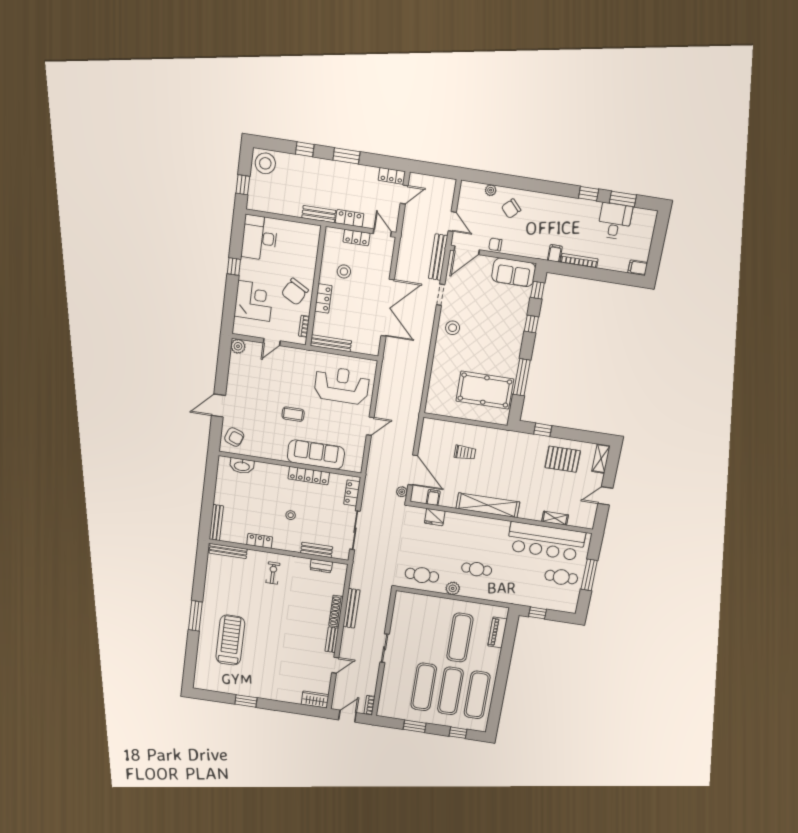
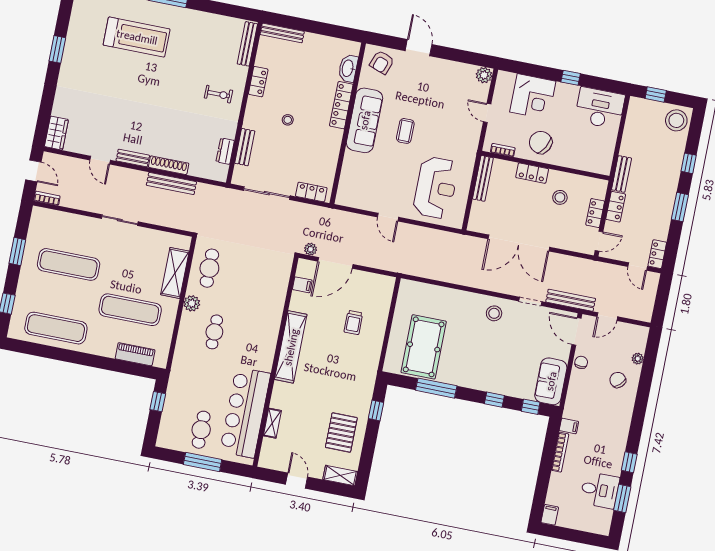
sofa: (316, 455) -> (365, 120), moved
locker: (309, 476) -> (341, 105), moved
fridge: (435, 517) -> (279, 286), removed
shelving: (427, 603) -> (175, 273), added
exercise mat: (450, 691) -> (62, 296), removed

